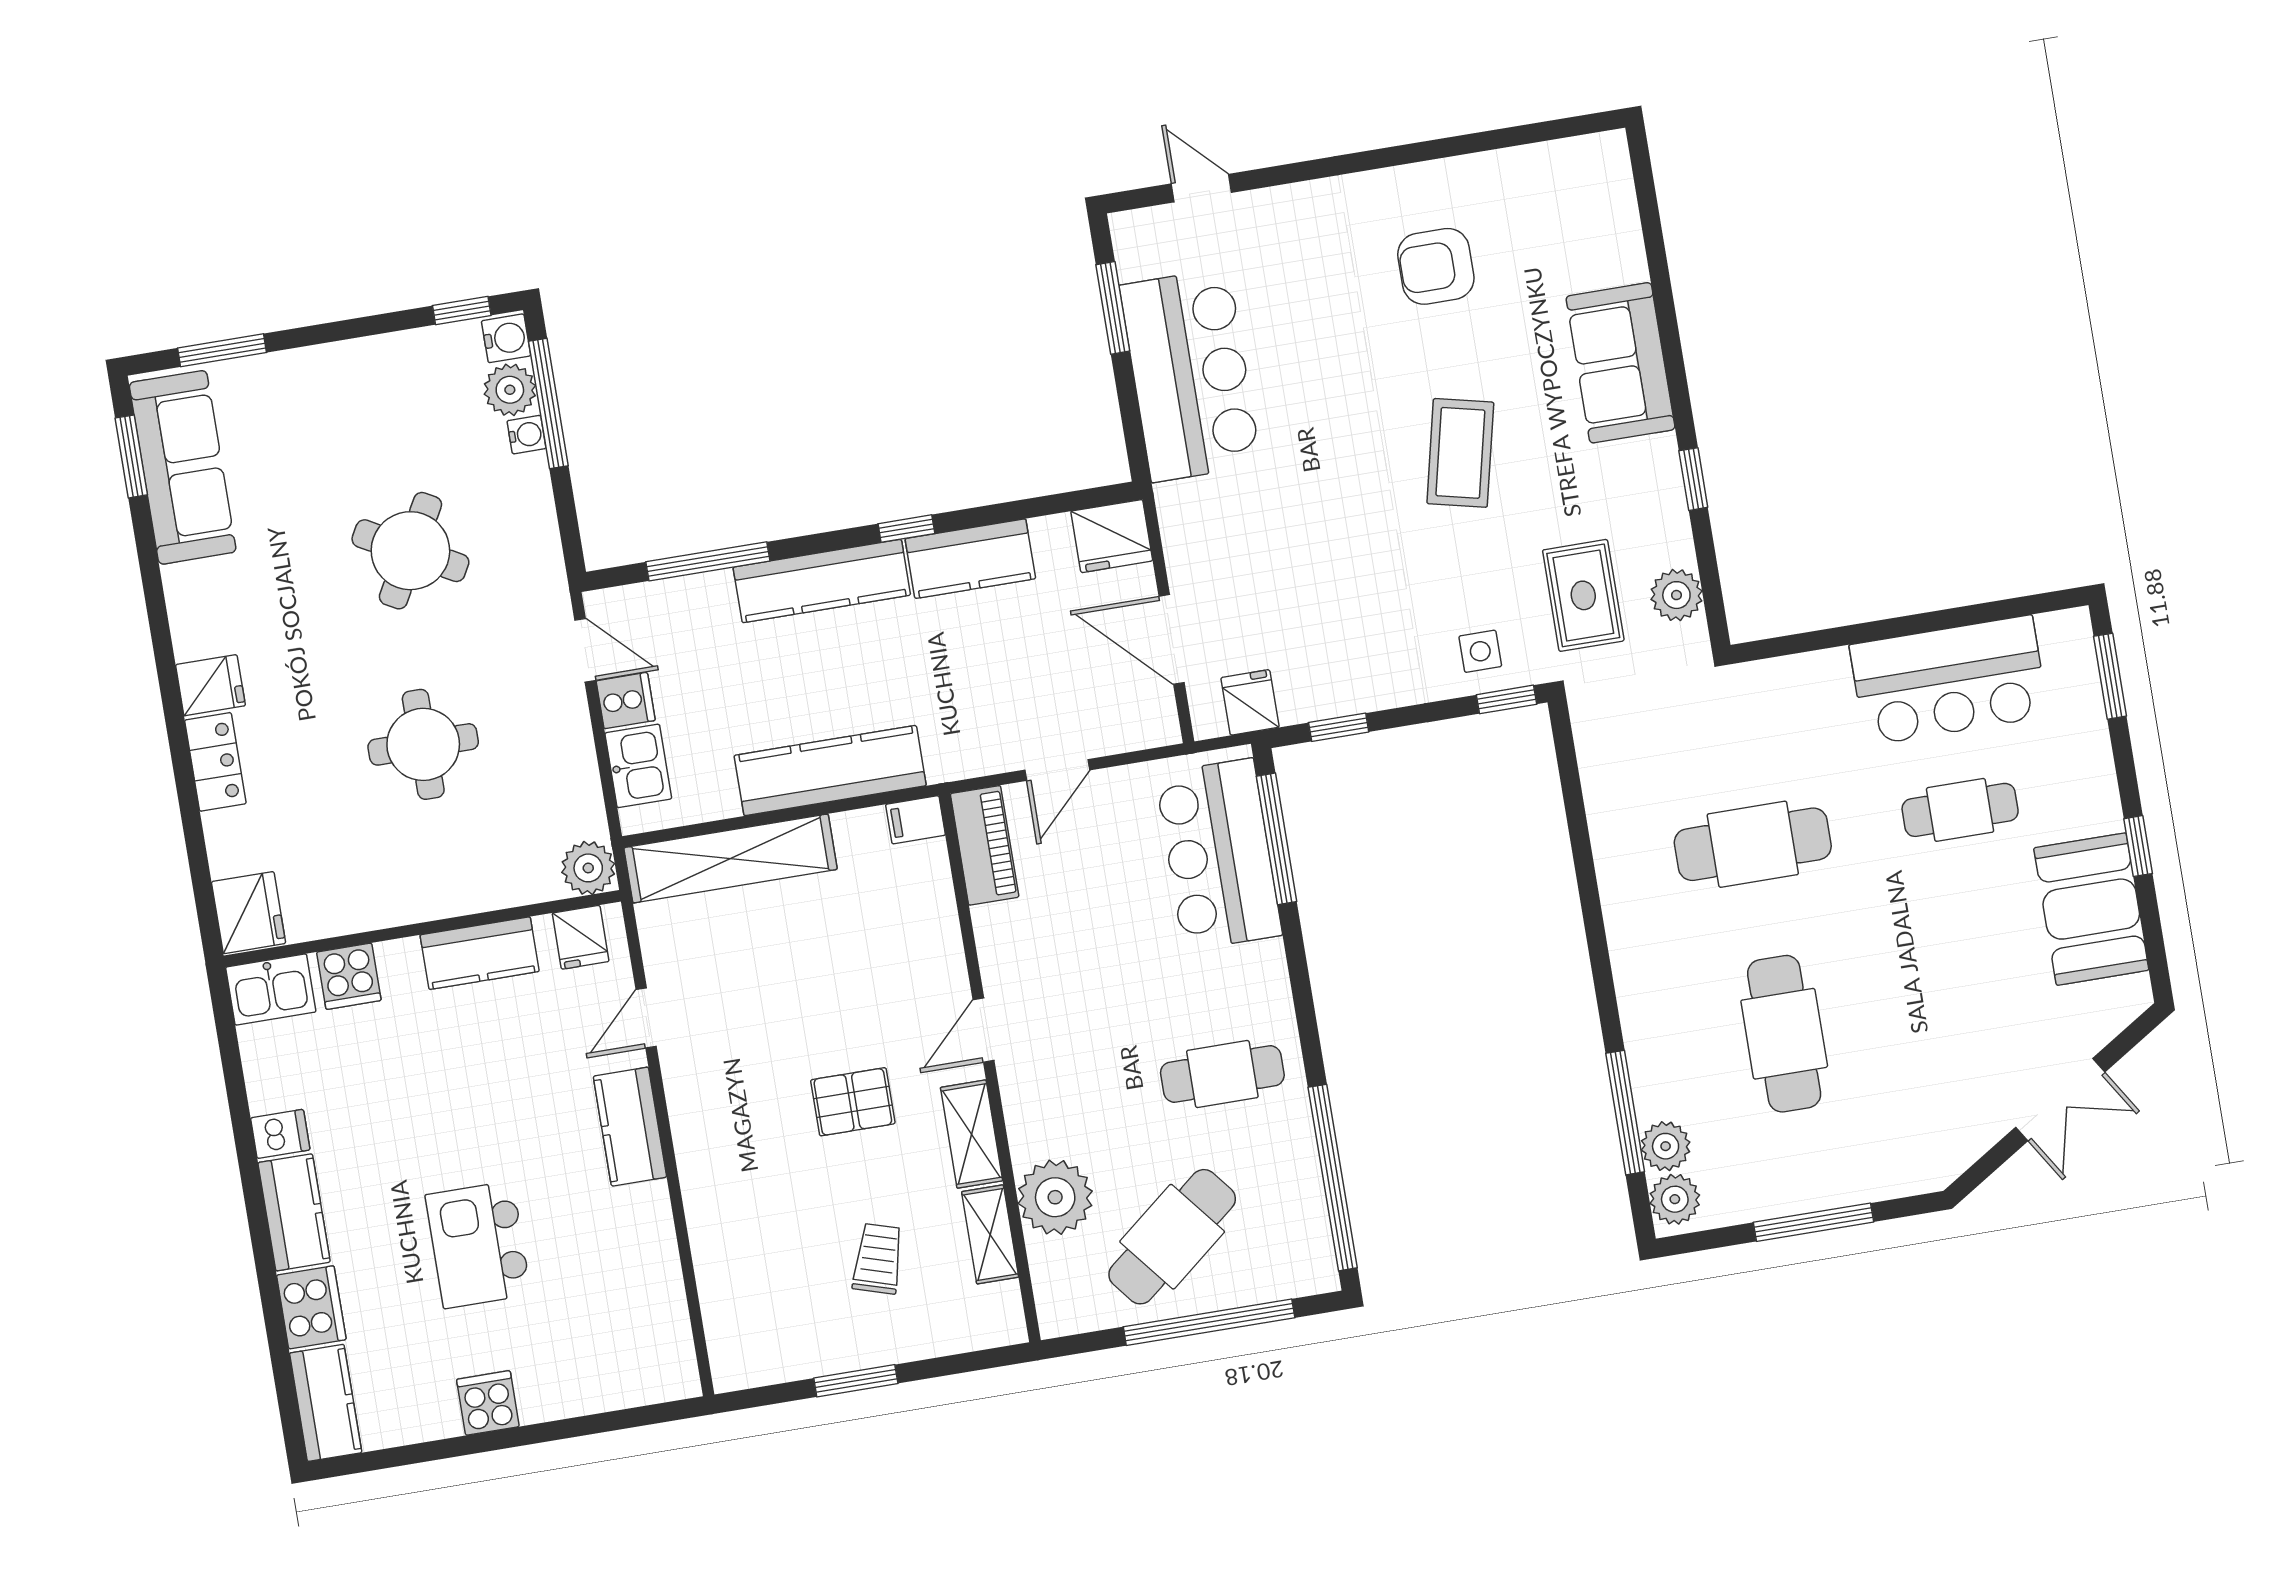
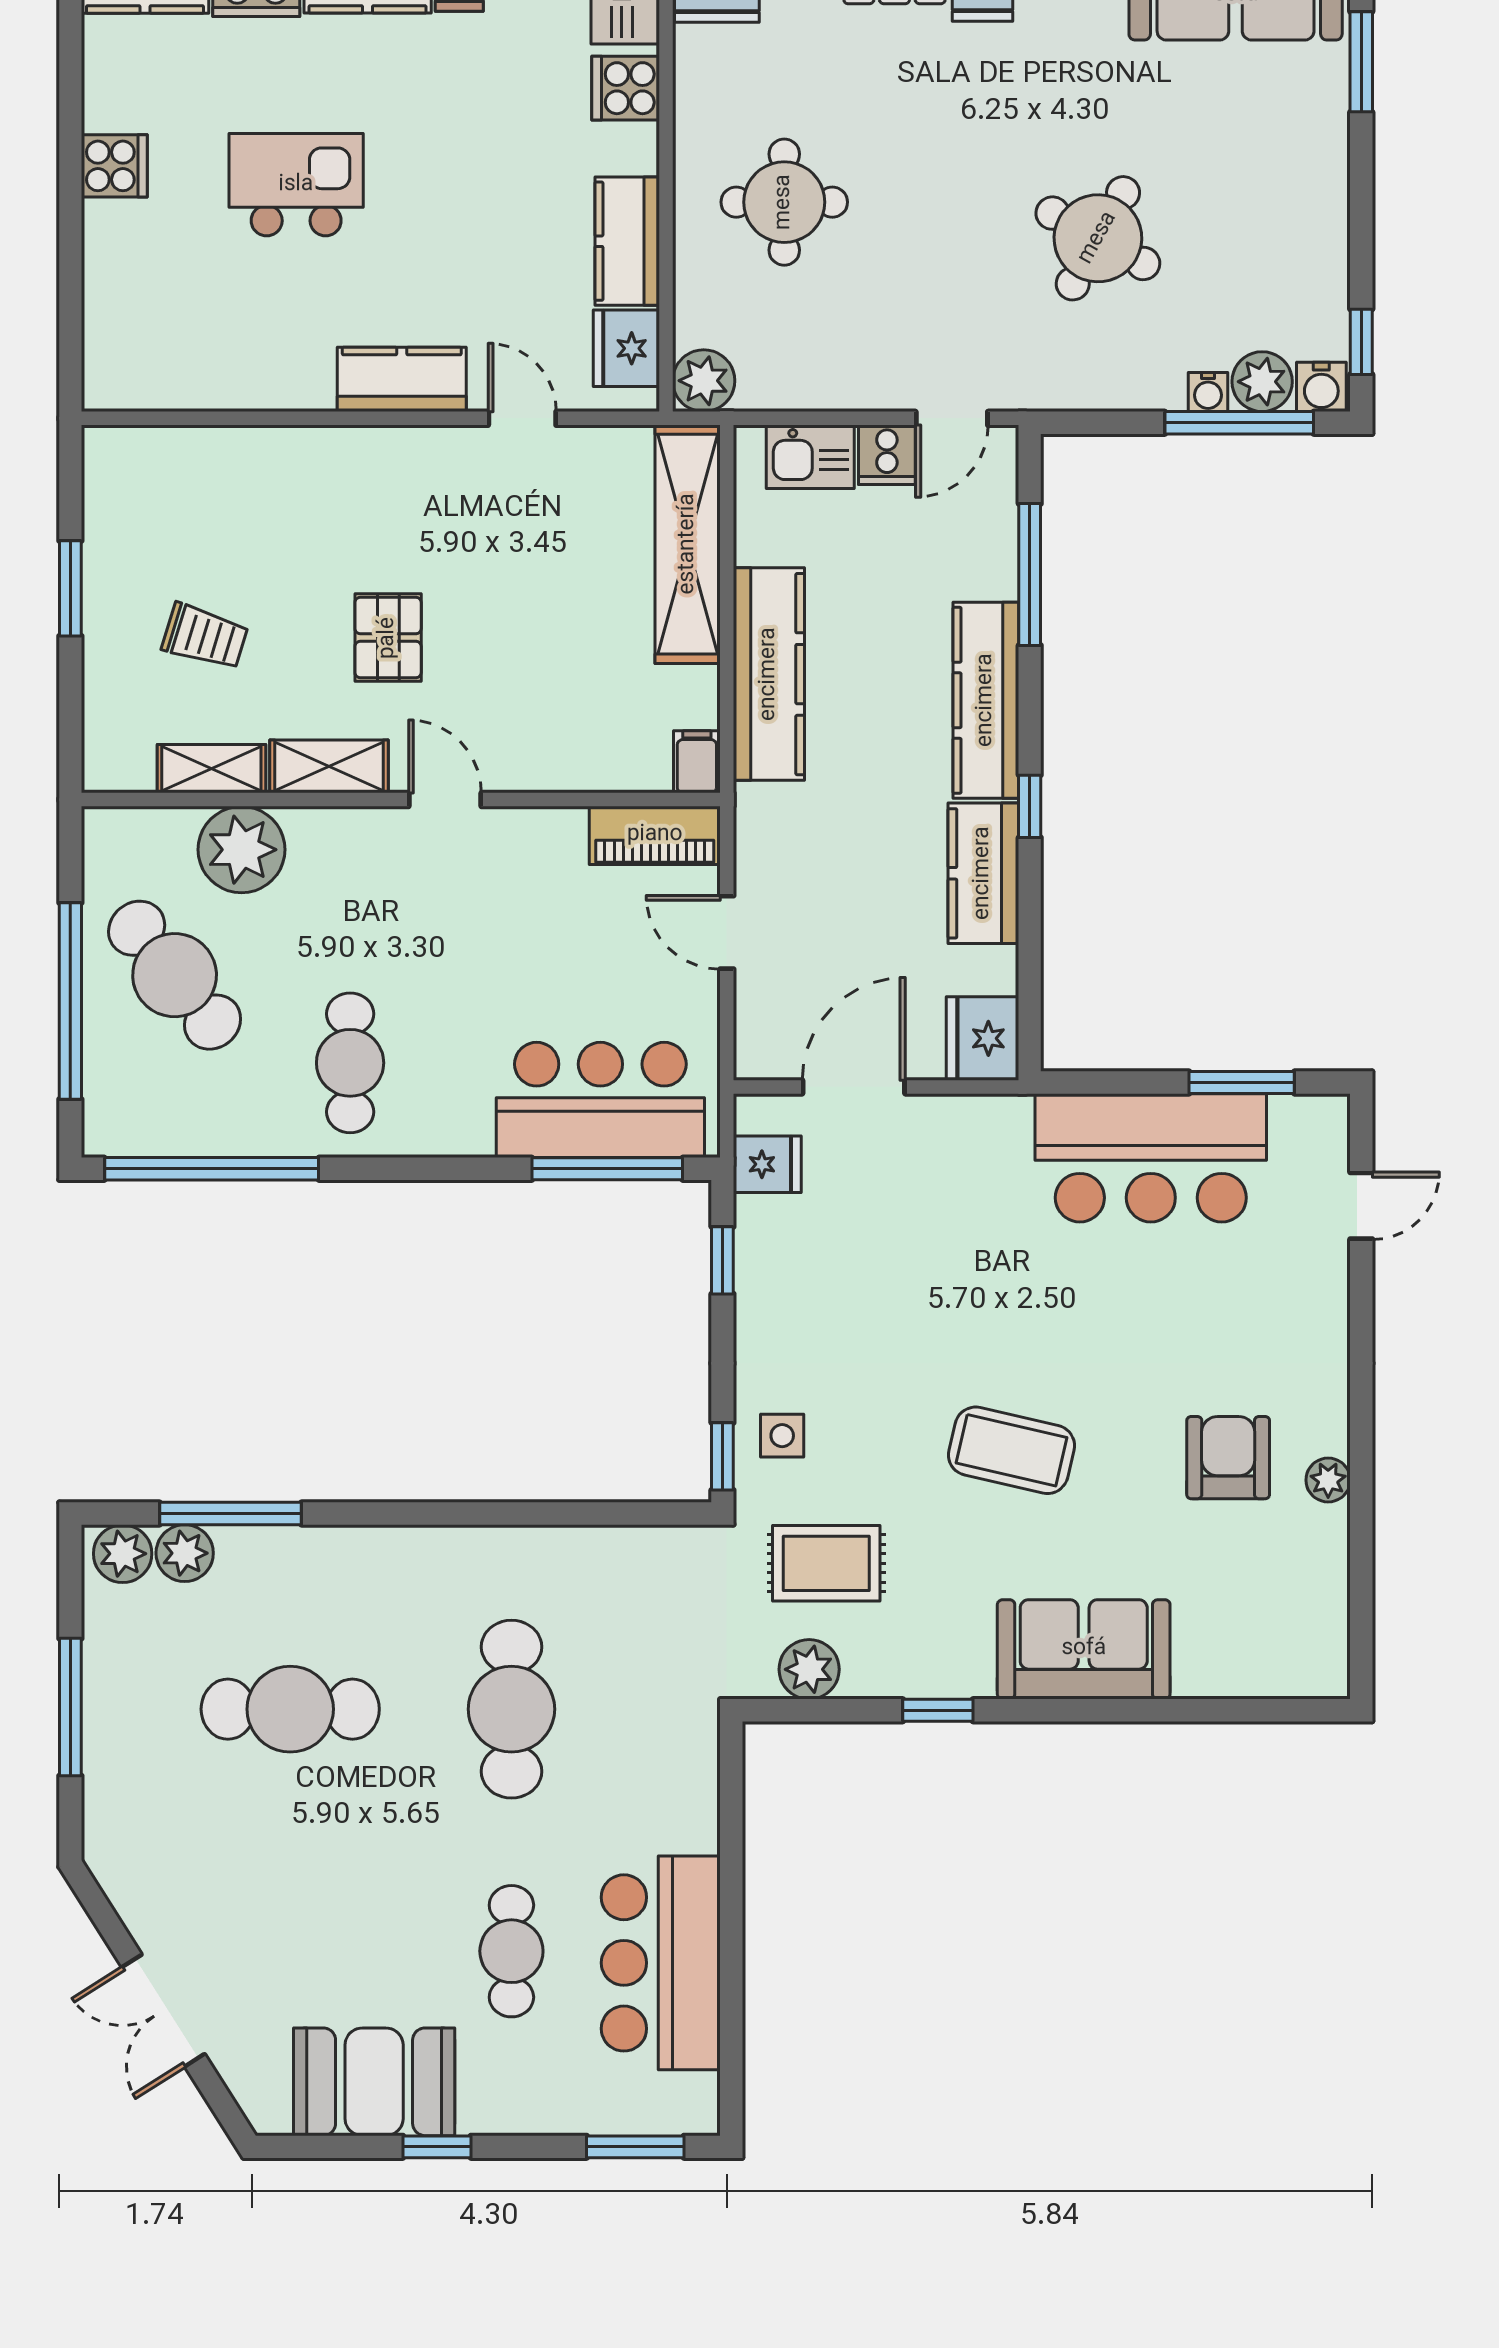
plant: (1441, 178) -> (1328, 1480), added
round table: (423, 744) -> (784, 202), moved
fridge: (581, 937) -> (626, 348), width x1.38

